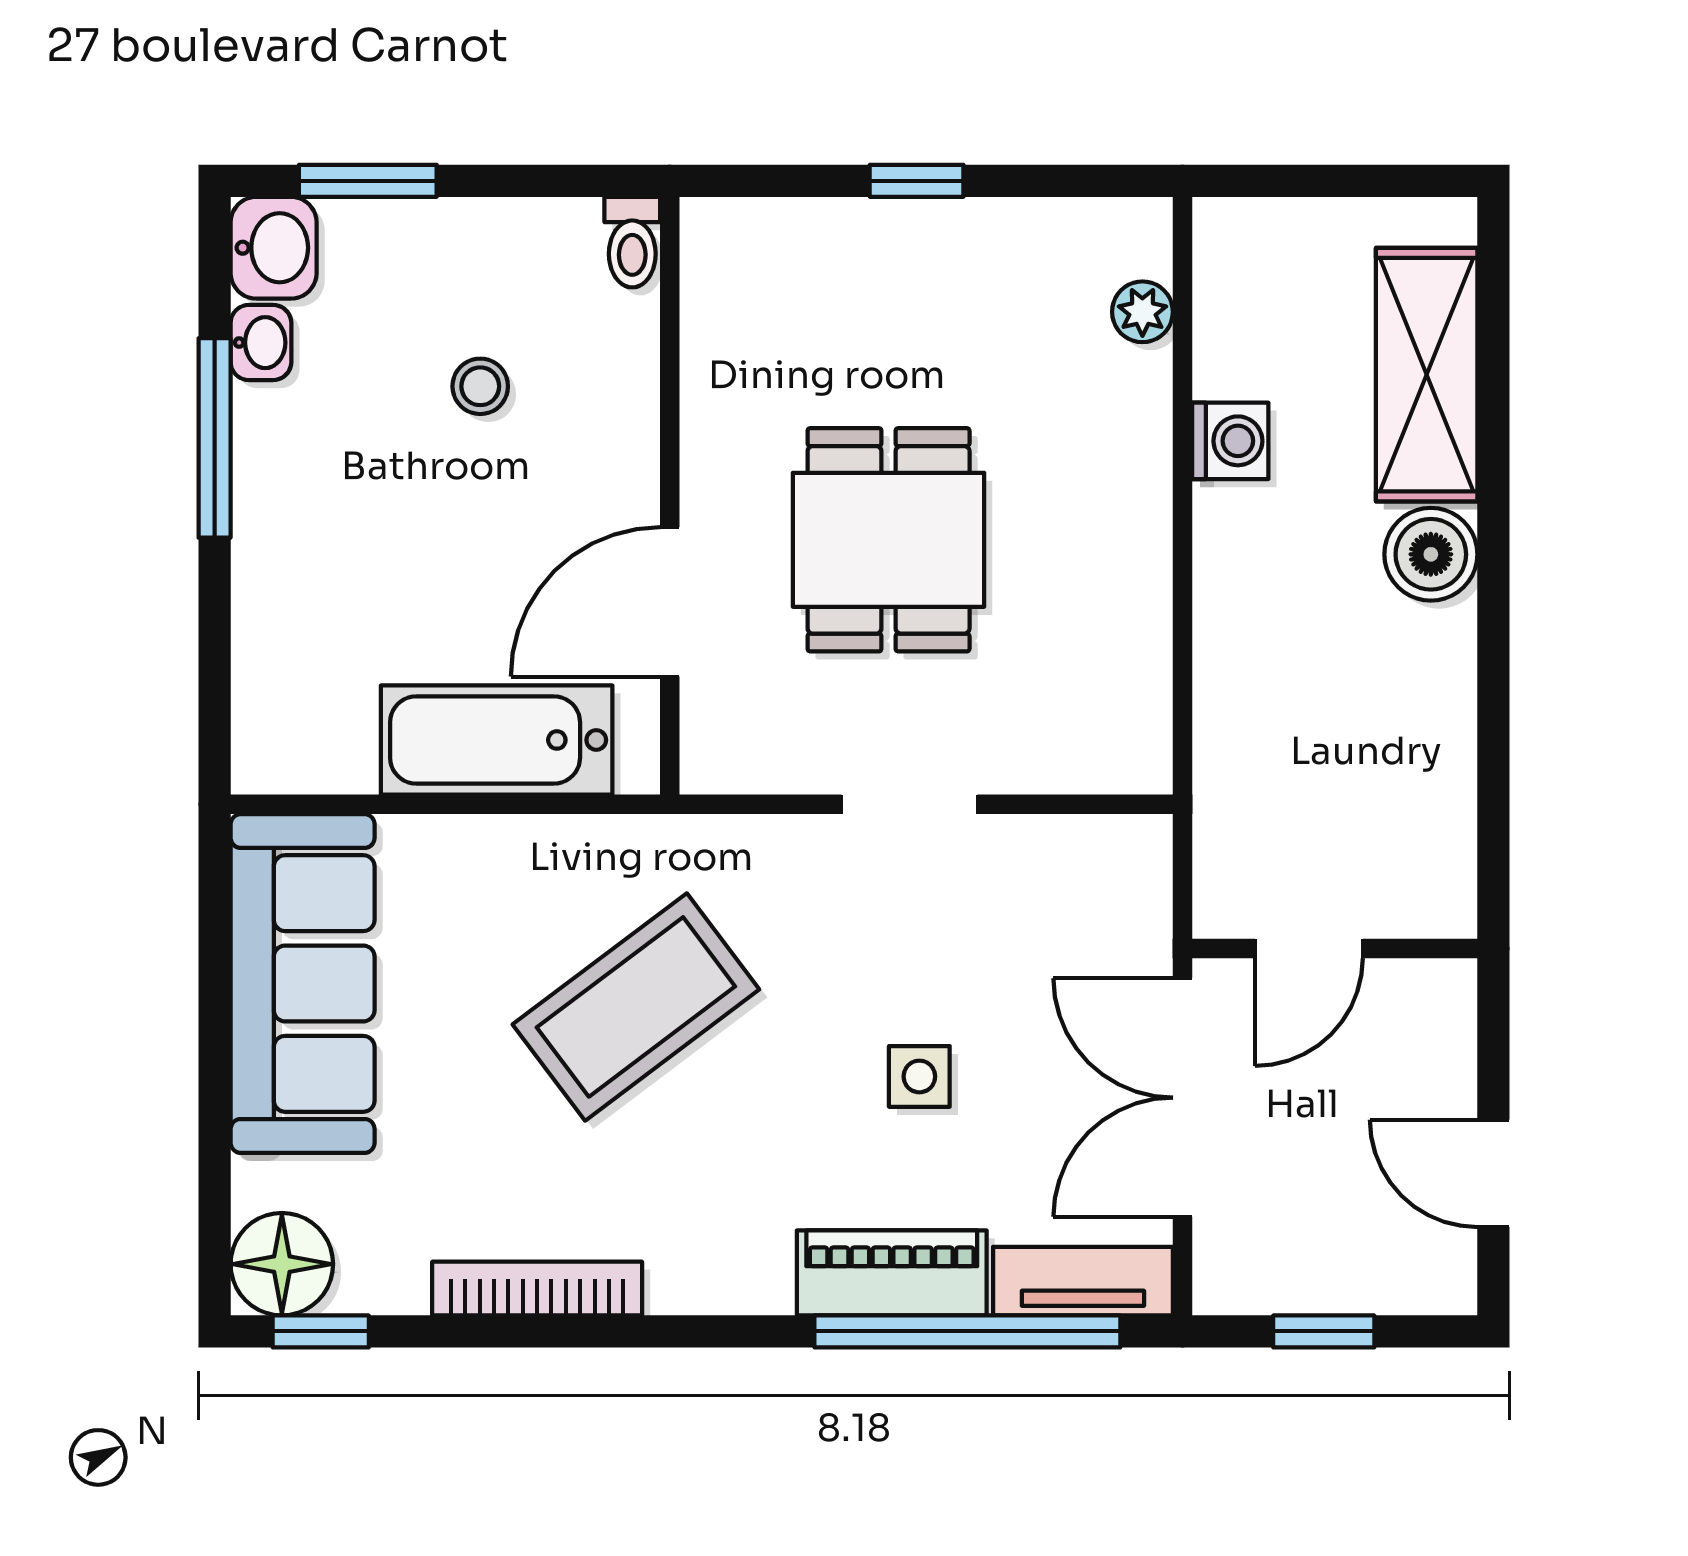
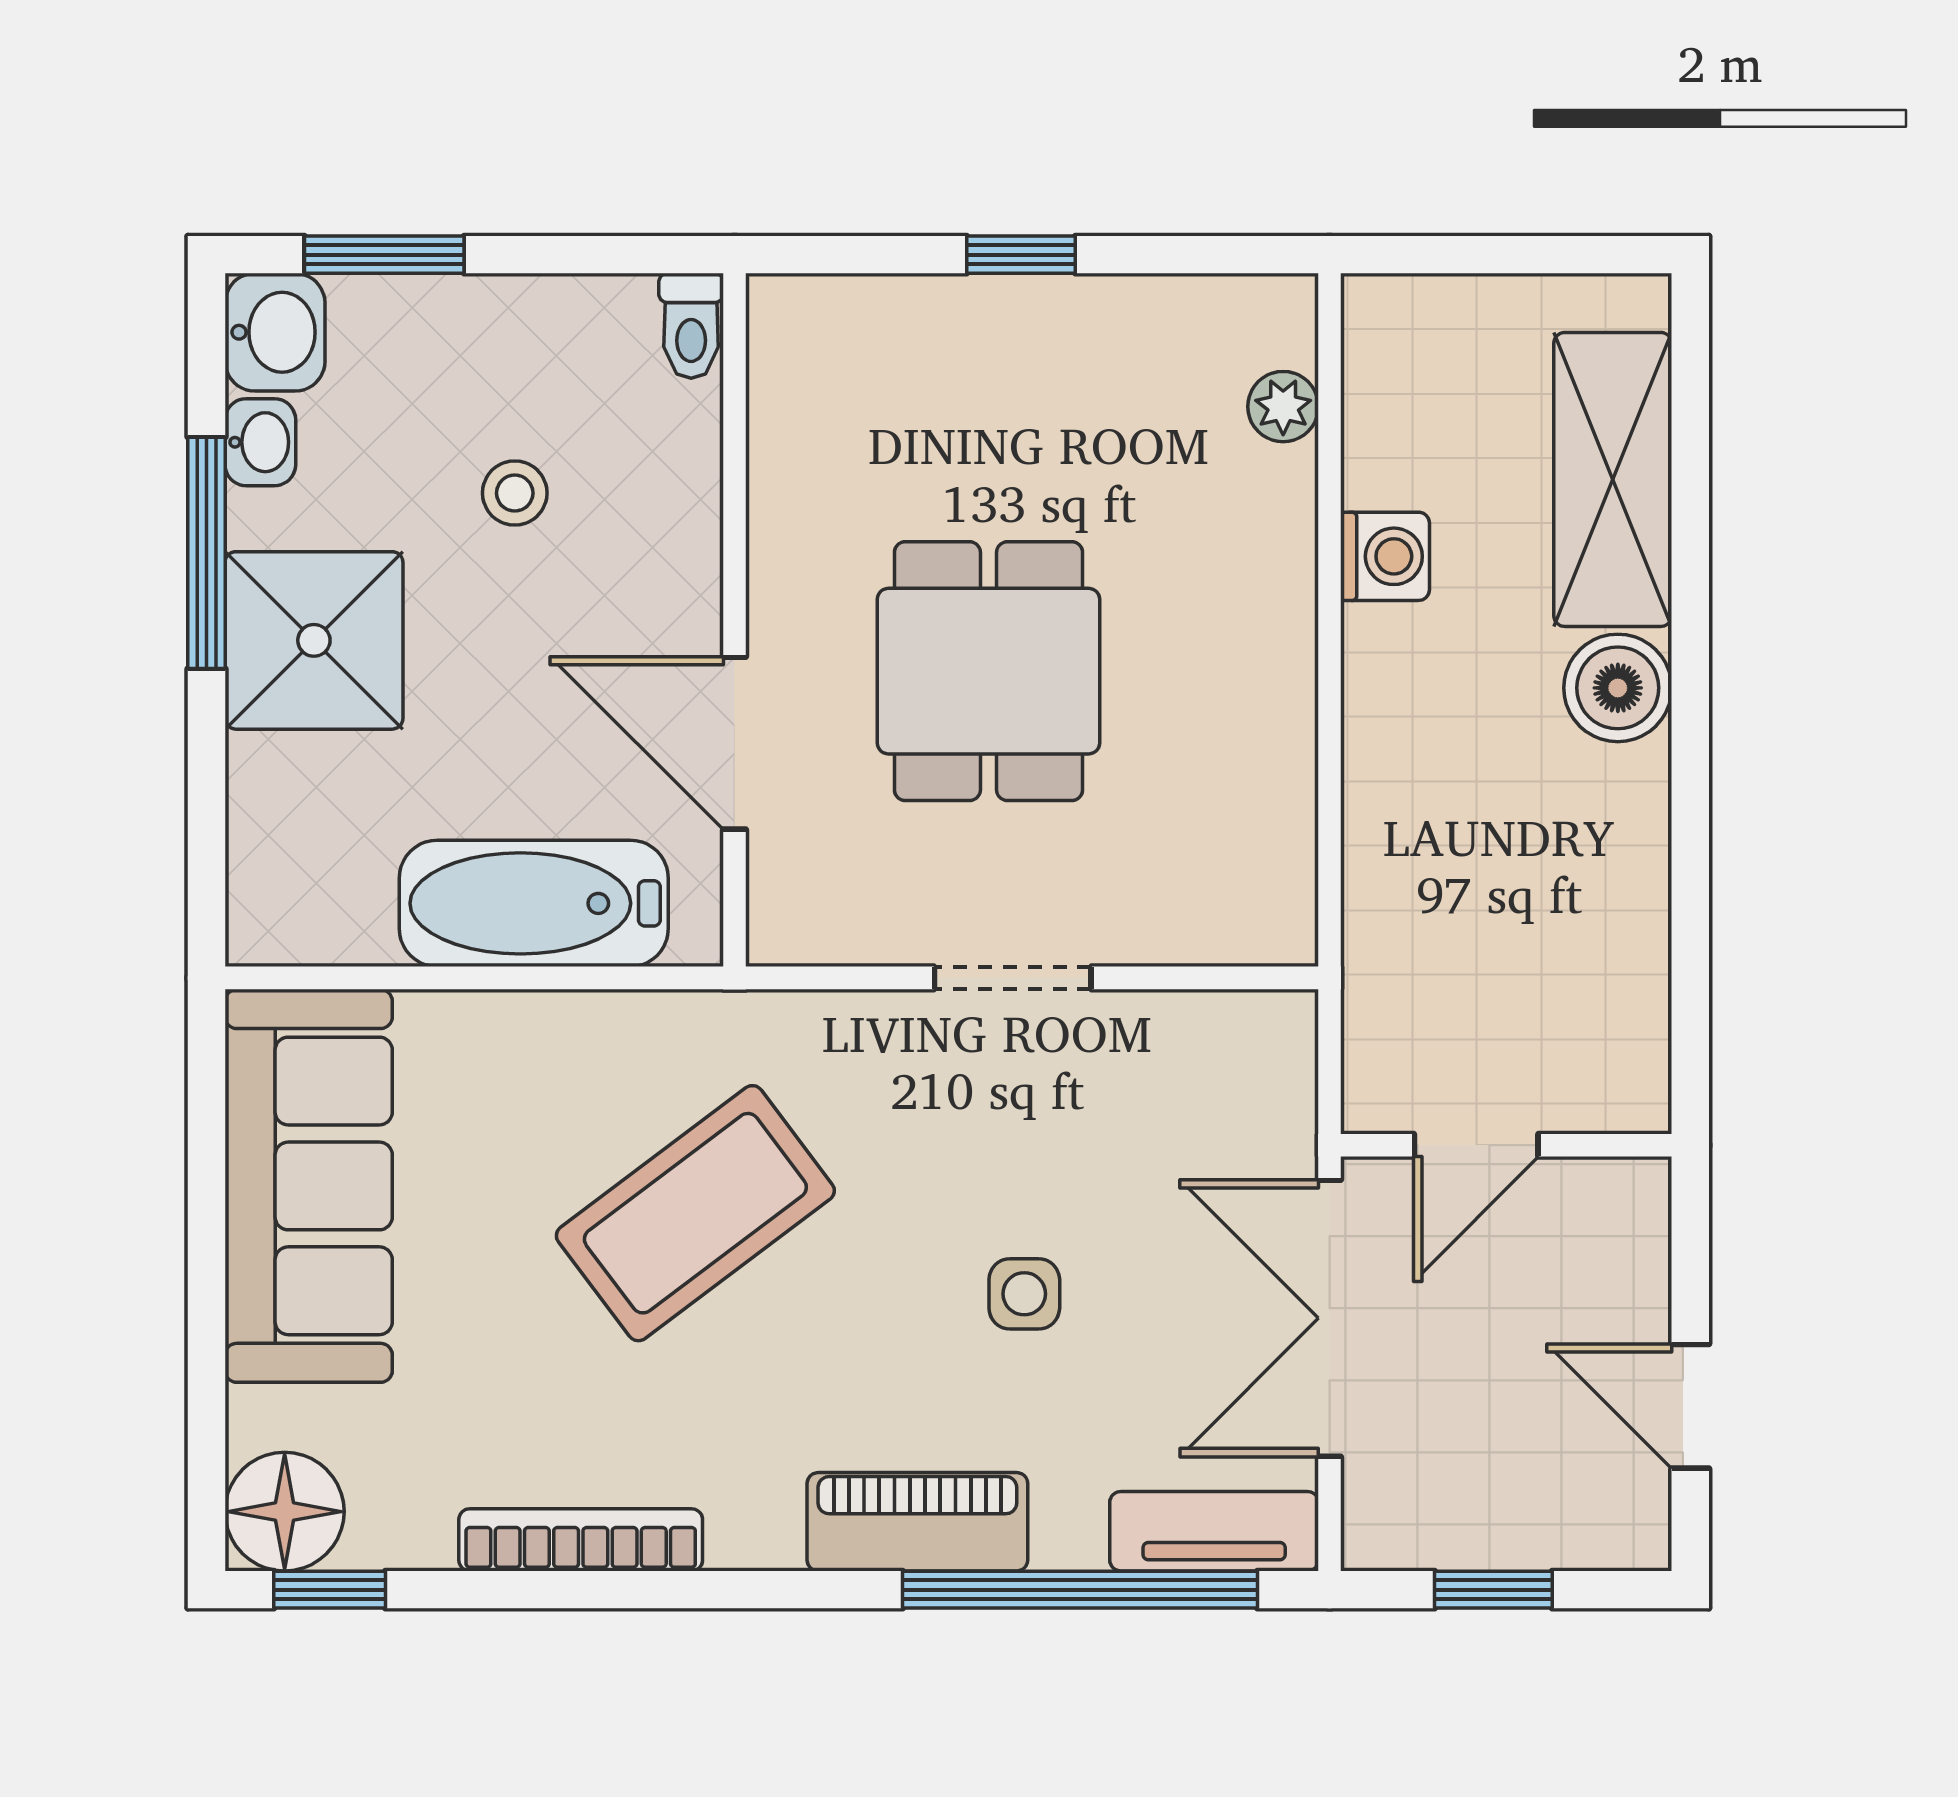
shower: (307, 513) -> (314, 640), added
door: (670, 602) -> (735, 743), hinge flipped
piano: (892, 1273) -> (917, 1522), moved

